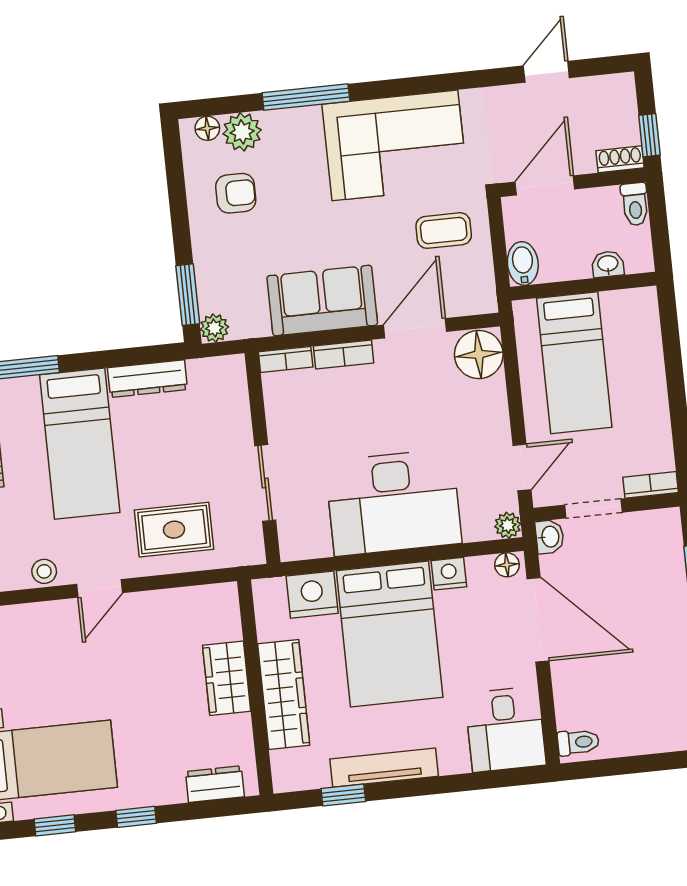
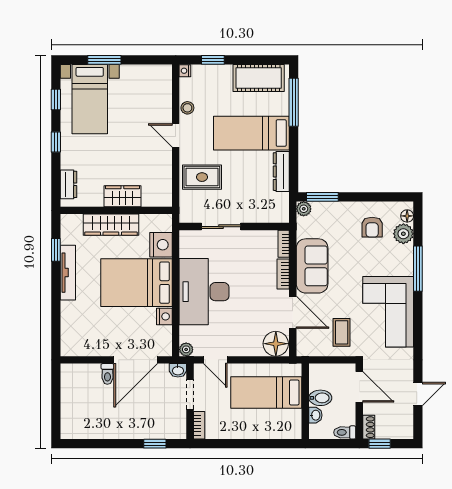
door: (546, 72) -> (418, 394), hinge flipped
bidet: (523, 263) -> (320, 398), moved
rug: (174, 530) -> (202, 177), turned 90
floor lamp: (507, 565) -> (166, 347), removed
desk: (505, 729) -> (81, 337), removed
toilet: (578, 742) -> (107, 374), moved

